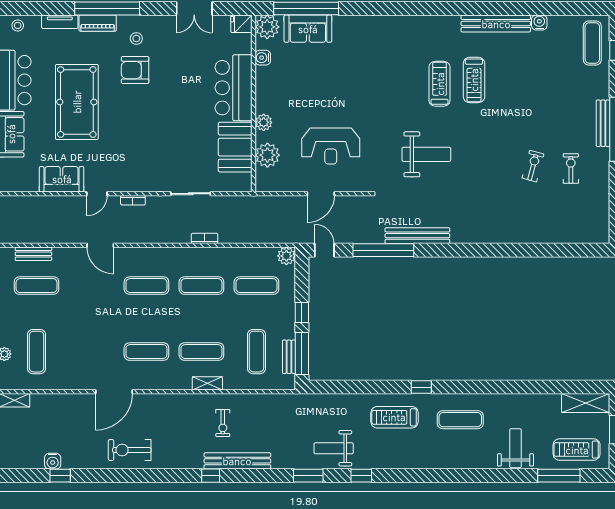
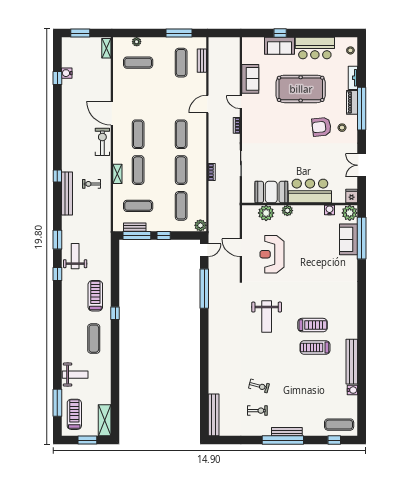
armchair: (135, 70) -> (321, 127), turned -96
bench: (417, 236) -> (214, 415), moved
exercise bike: (130, 450) -> (102, 142), moved

